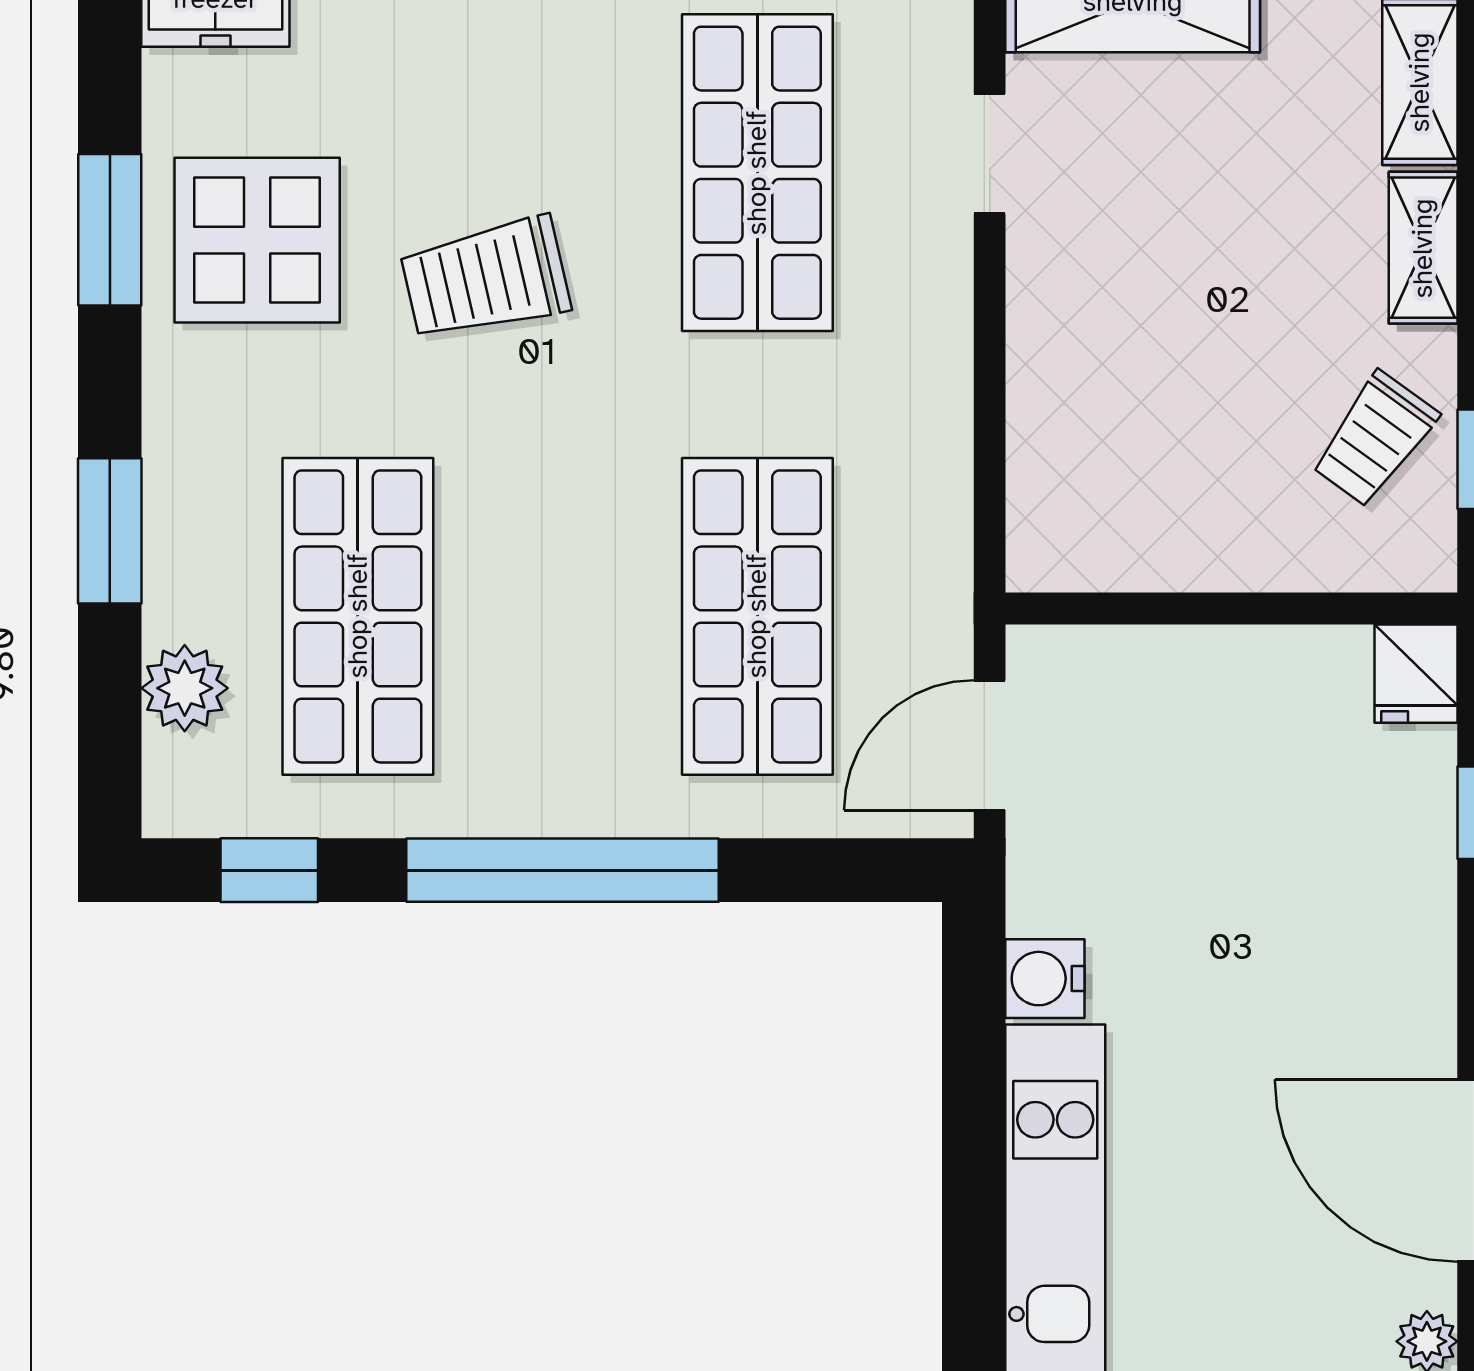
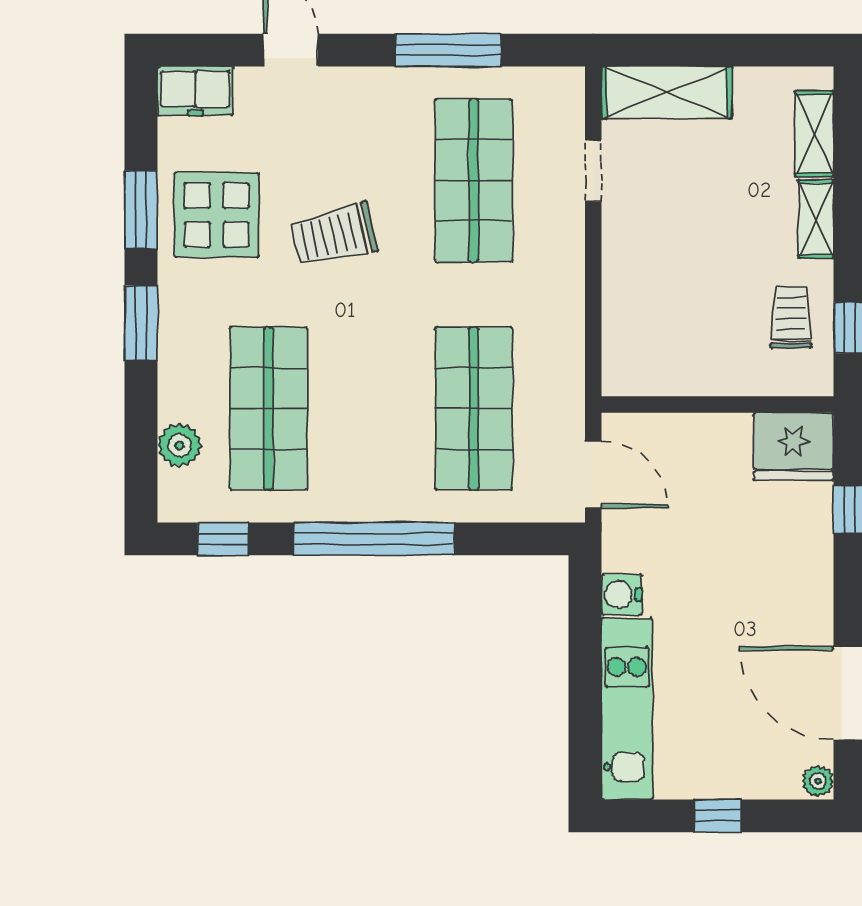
trolley: (1375, 439) -> (791, 317), turned 144
window: (110, 531) -> (141, 323), moved
fridge: (1416, 674) -> (794, 446), width x1.88, depth x1.34
door: (990, 745) -> (593, 475), swing flipped

